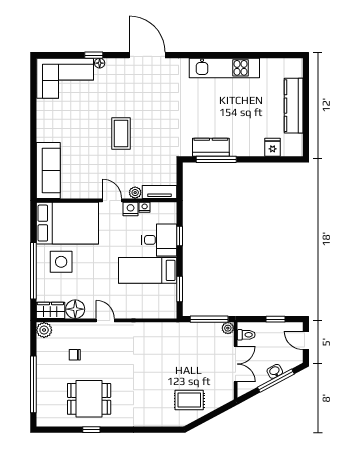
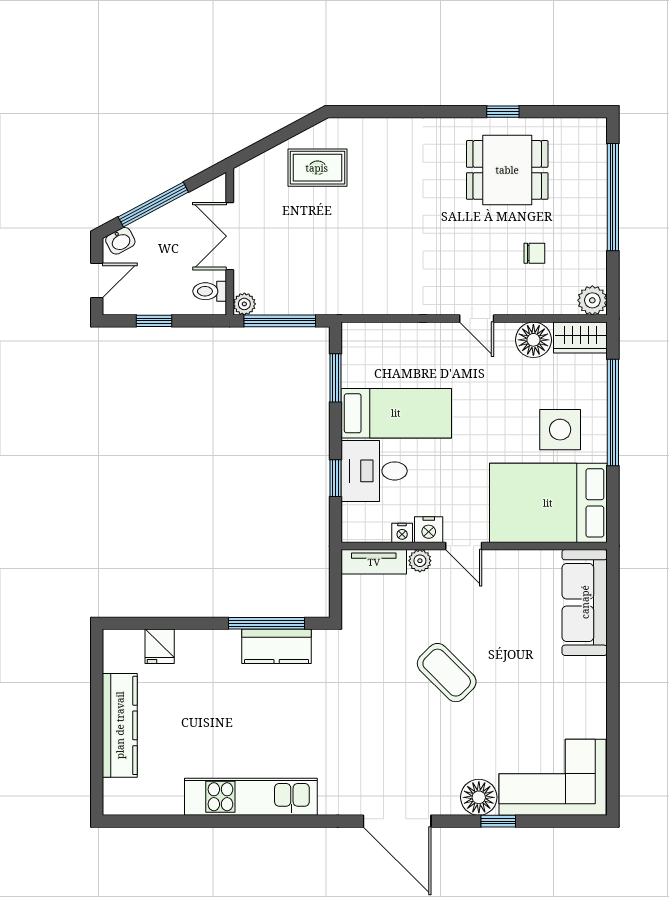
floor lamp: (100, 63) -> (479, 797), width x1.89, depth x1.89
coffee table: (121, 133) -> (447, 673), turned -45
door: (306, 340) -> (97, 281), hinge flipped
washbasin: (275, 371) -> (120, 241), moved

